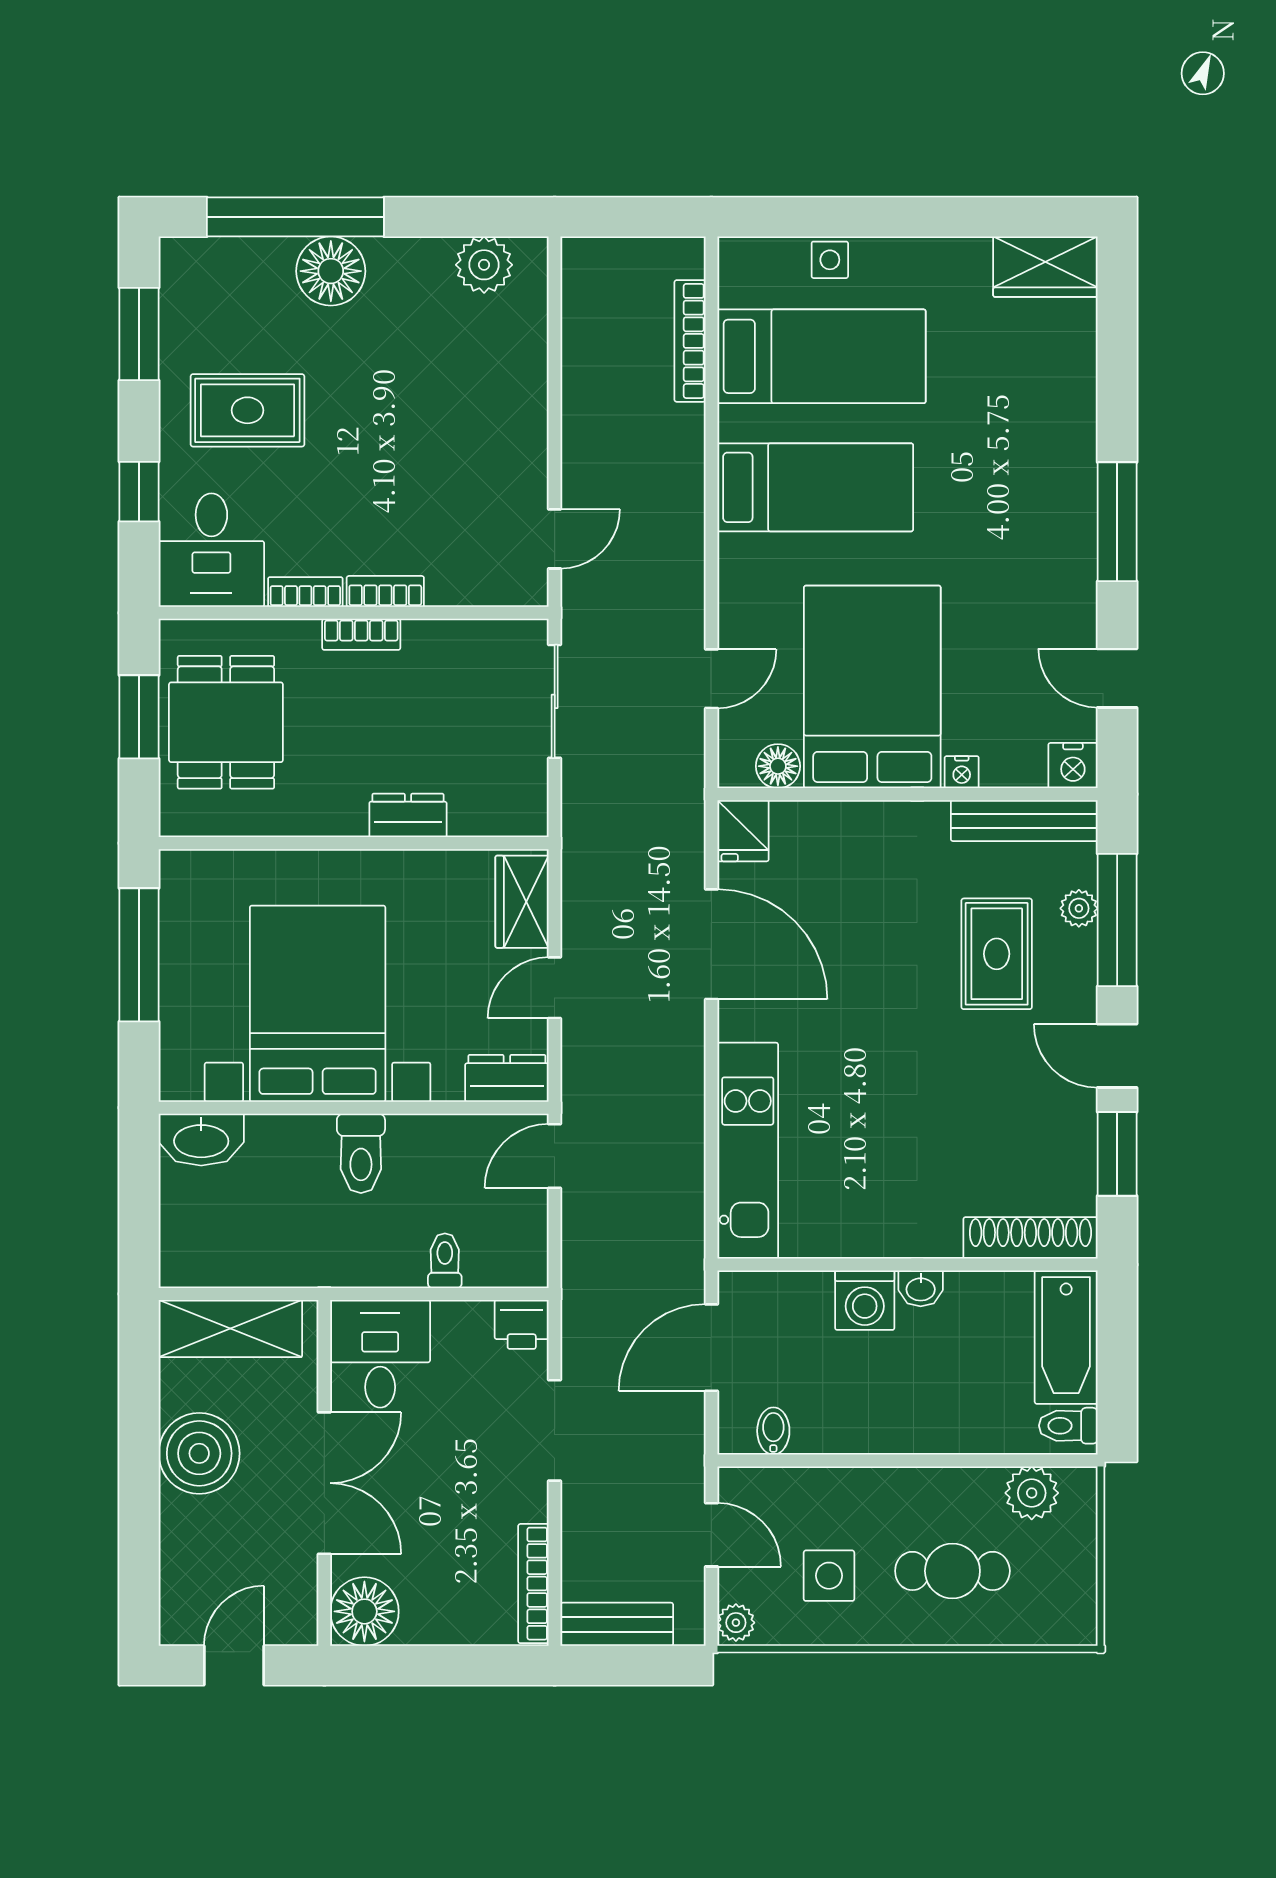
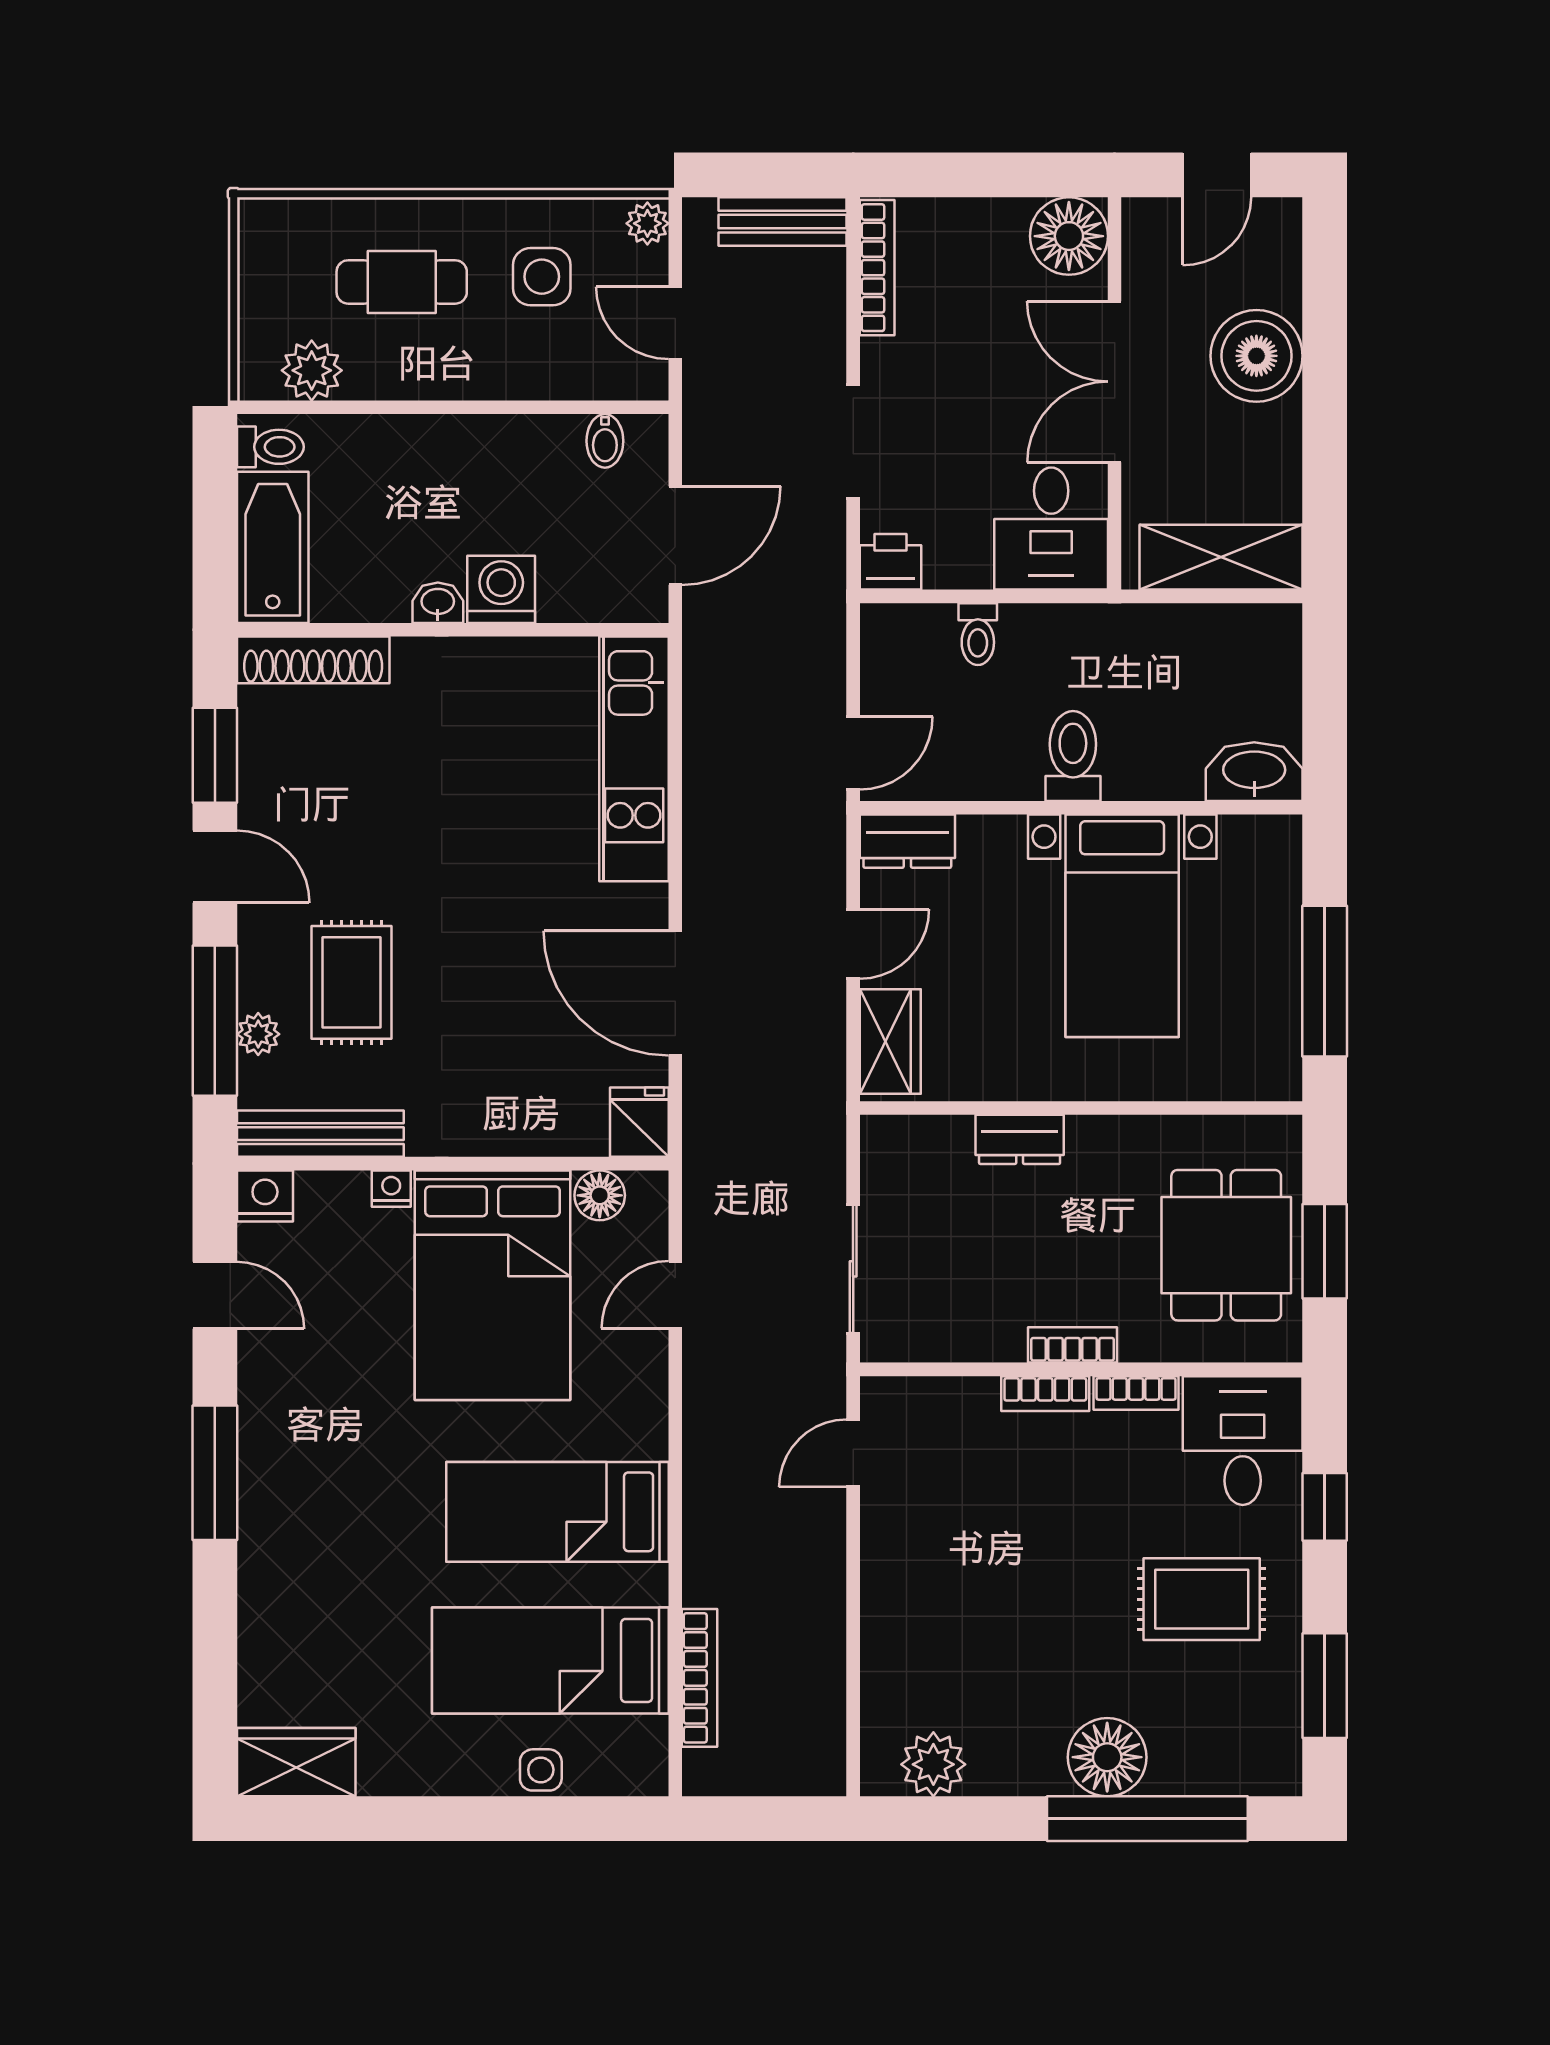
bed with nightstands: (318, 1004) -> (1122, 926), width x0.73
boiler: (199, 1453) -> (1256, 356), moved

